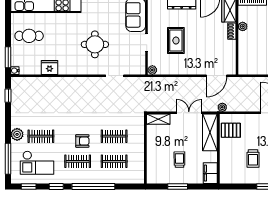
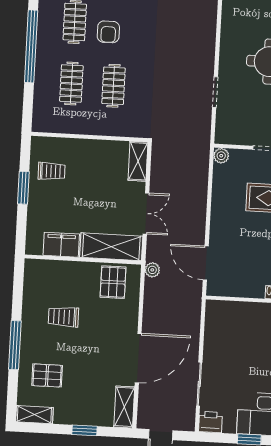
trolley: (179, 160) -> (52, 171), moved
filing cabinet: (210, 173) -> (61, 245), moved

